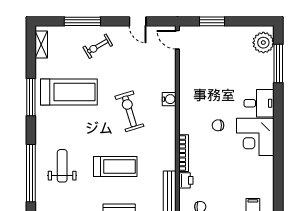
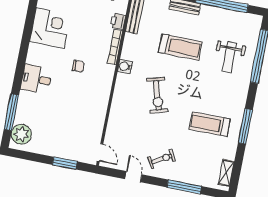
exercise bike: (98, 46) -> (162, 159), moved
treadmill: (69, 92) -> (209, 124), width x0.73, depth x0.73
water cooler: (169, 99) -> (125, 66), moved
corner desk: (255, 137) -> (50, 28), moved
treadmill: (115, 166) -> (180, 47), turned 180

